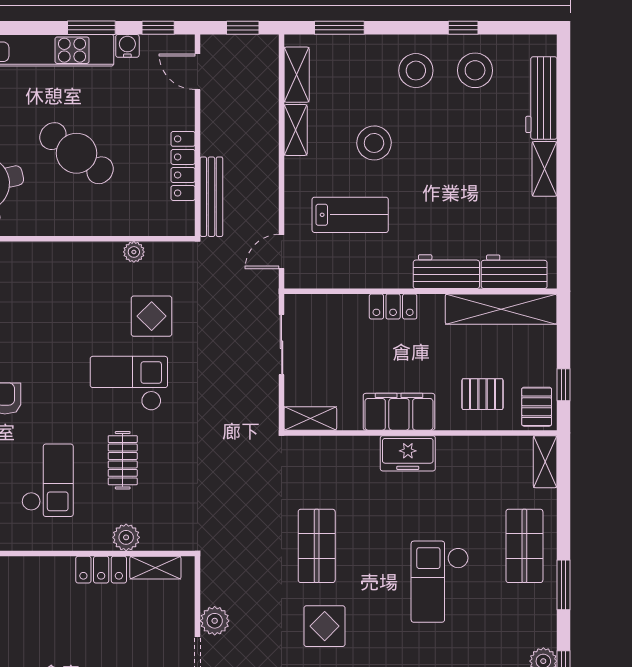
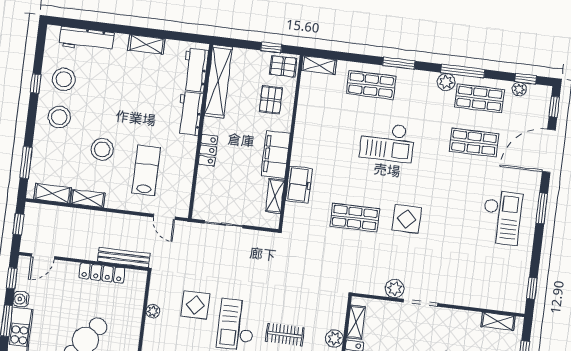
shelving: (545, 169) -> (146, 44), moved
shelving: (310, 418) -> (275, 196), moved
freezer: (408, 453) -> (299, 185), moved

